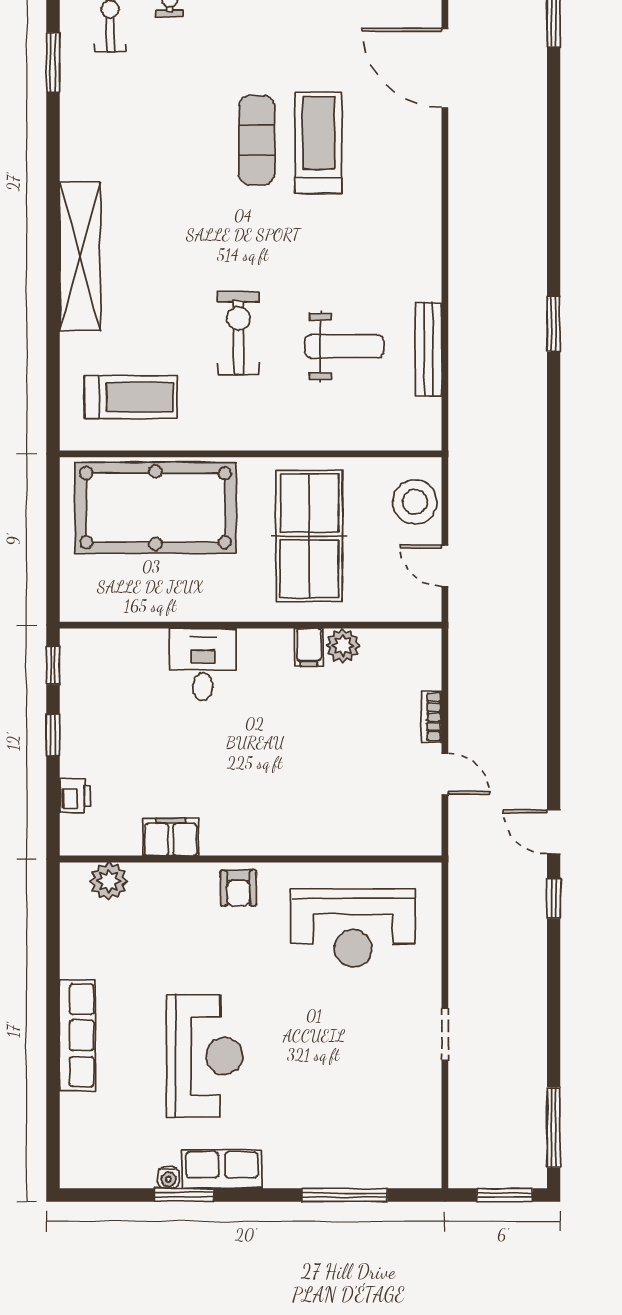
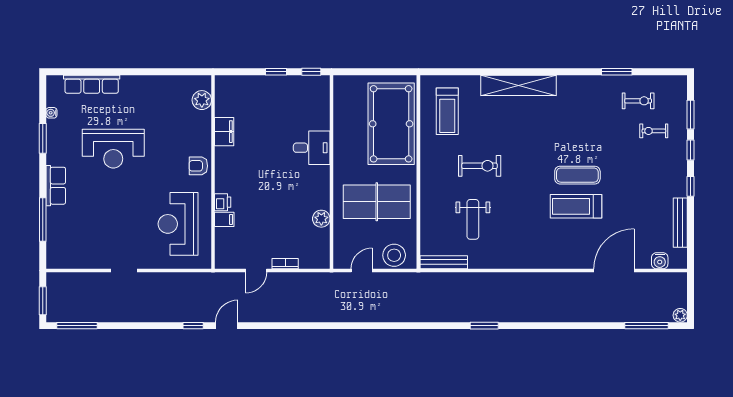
treadmill: (318, 143) -> (576, 206), turned 180
bench: (429, 349) -> (444, 262), moved
filing cabinet: (309, 647) -> (224, 219), moved, turned 180
printer: (75, 796) -> (223, 202), moved, turned -90
row of seats: (77, 1035) -> (92, 84), moved
row of seats: (222, 1169) -> (56, 186), moved
water cooler: (169, 1178) -> (51, 113), moved

